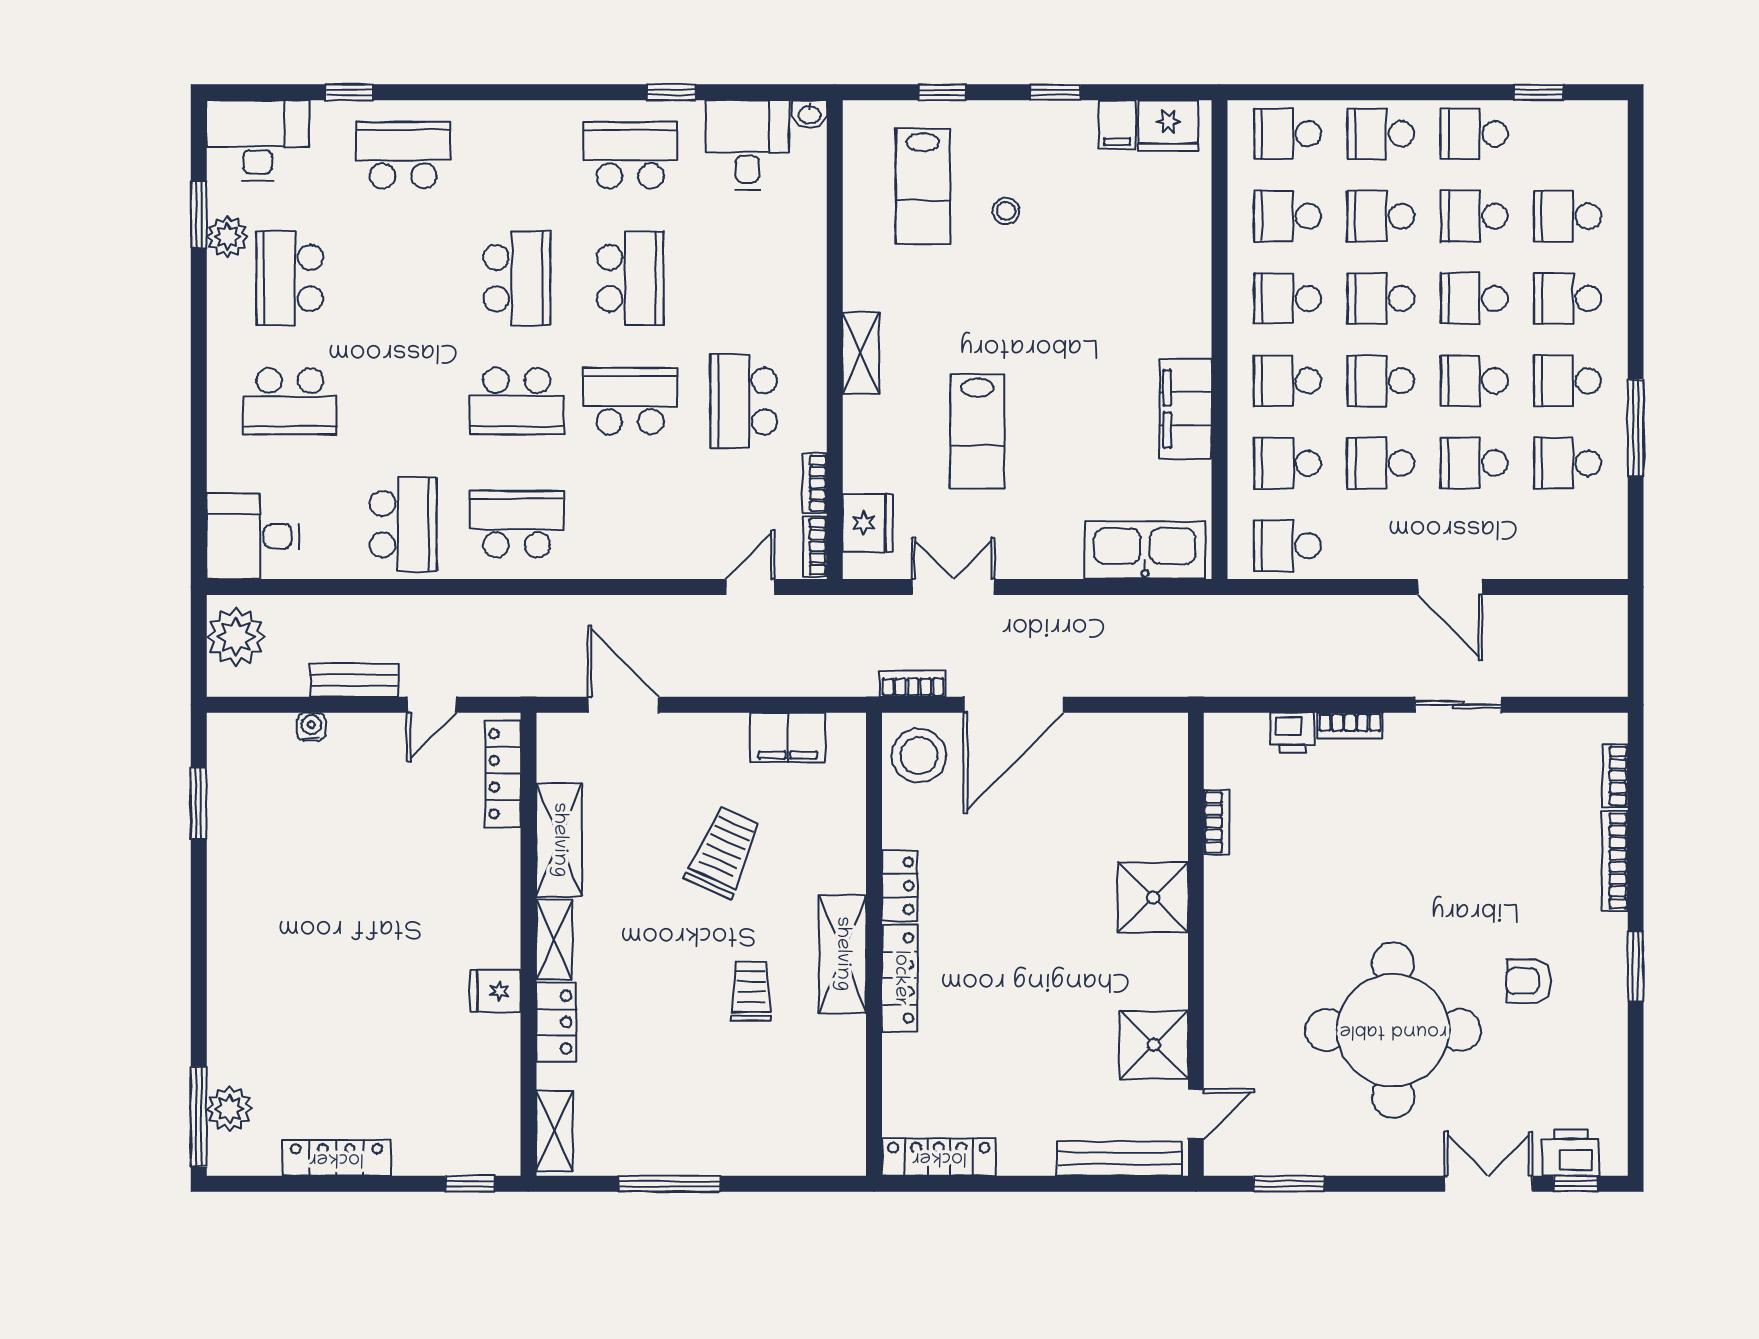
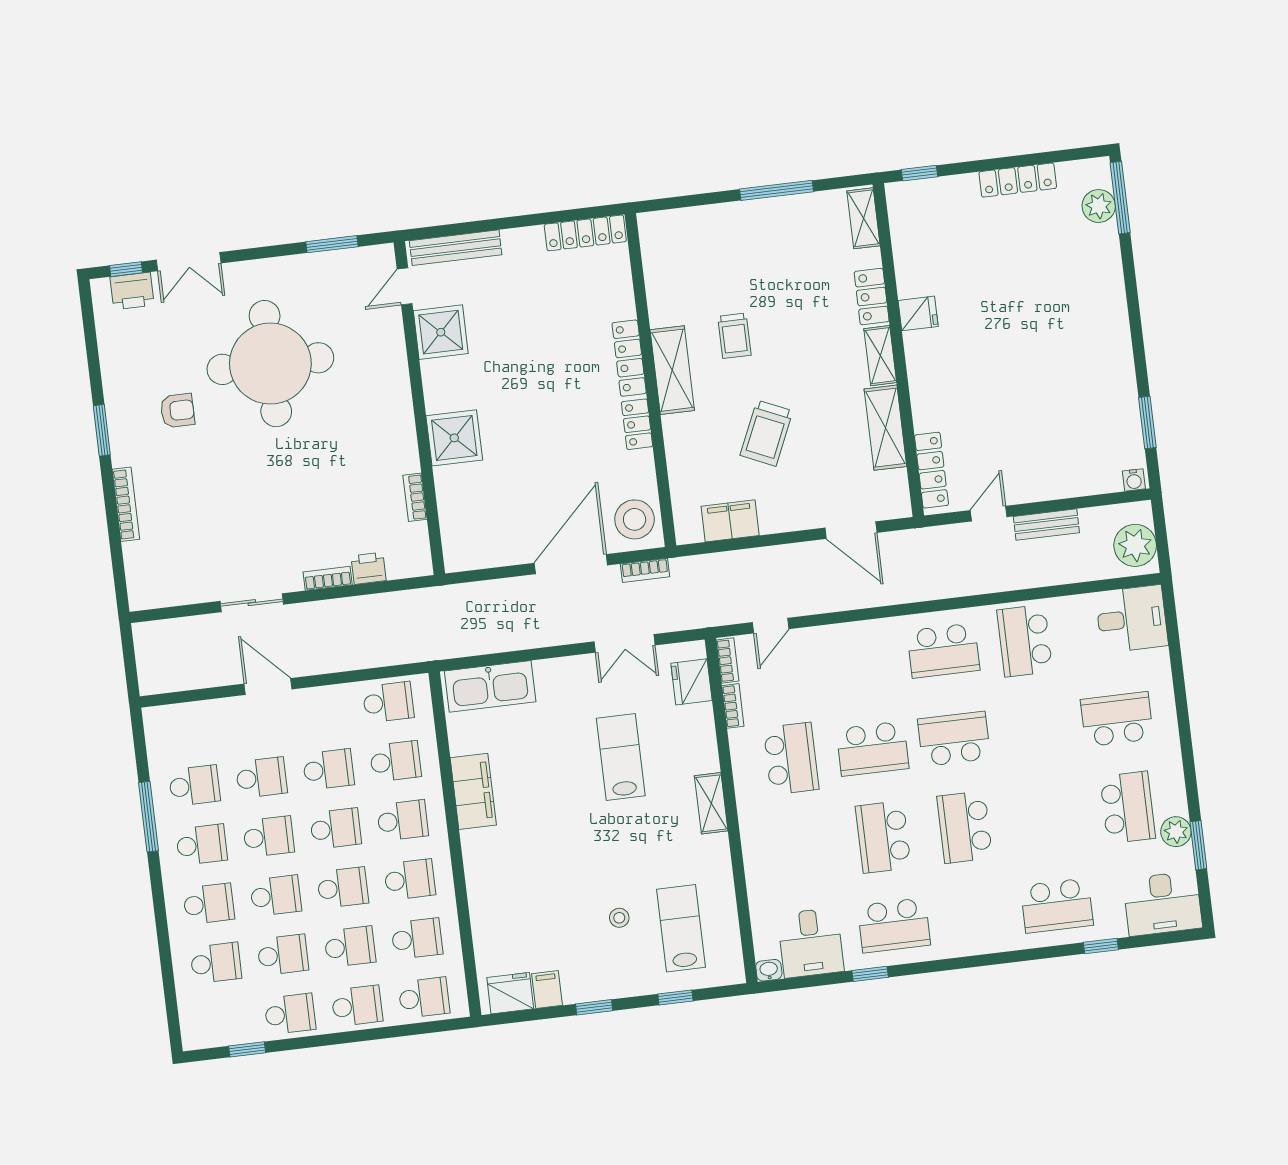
water cooler: (311, 727) -> (1134, 480), moved
bookcase: (1615, 776) -> (133, 565), removed

